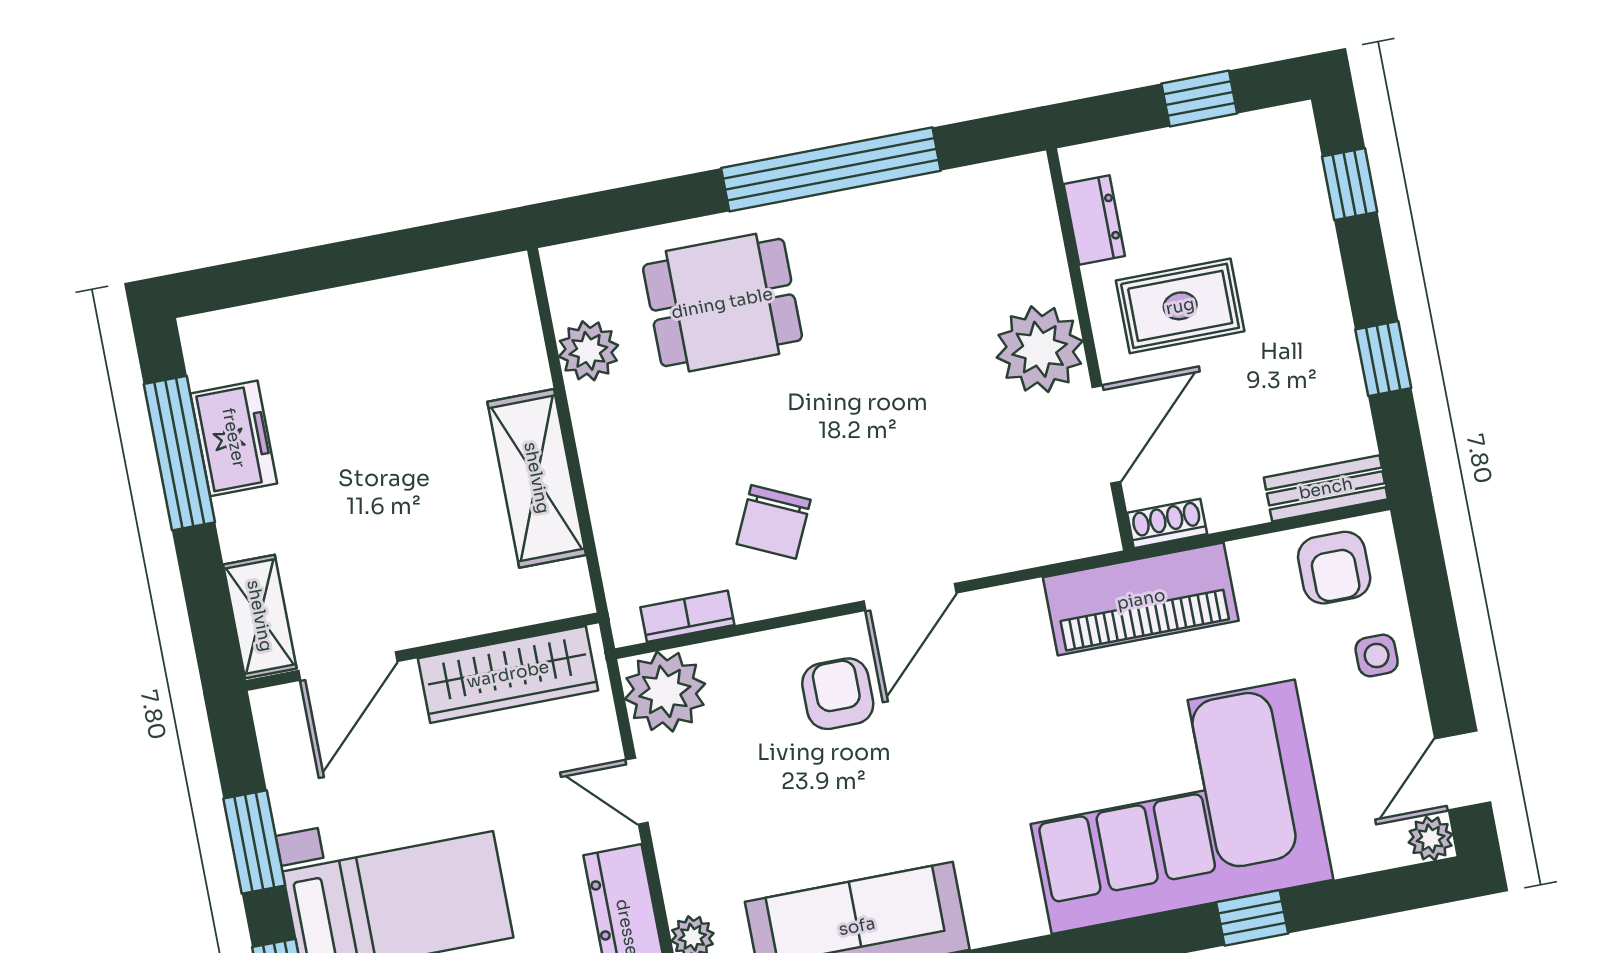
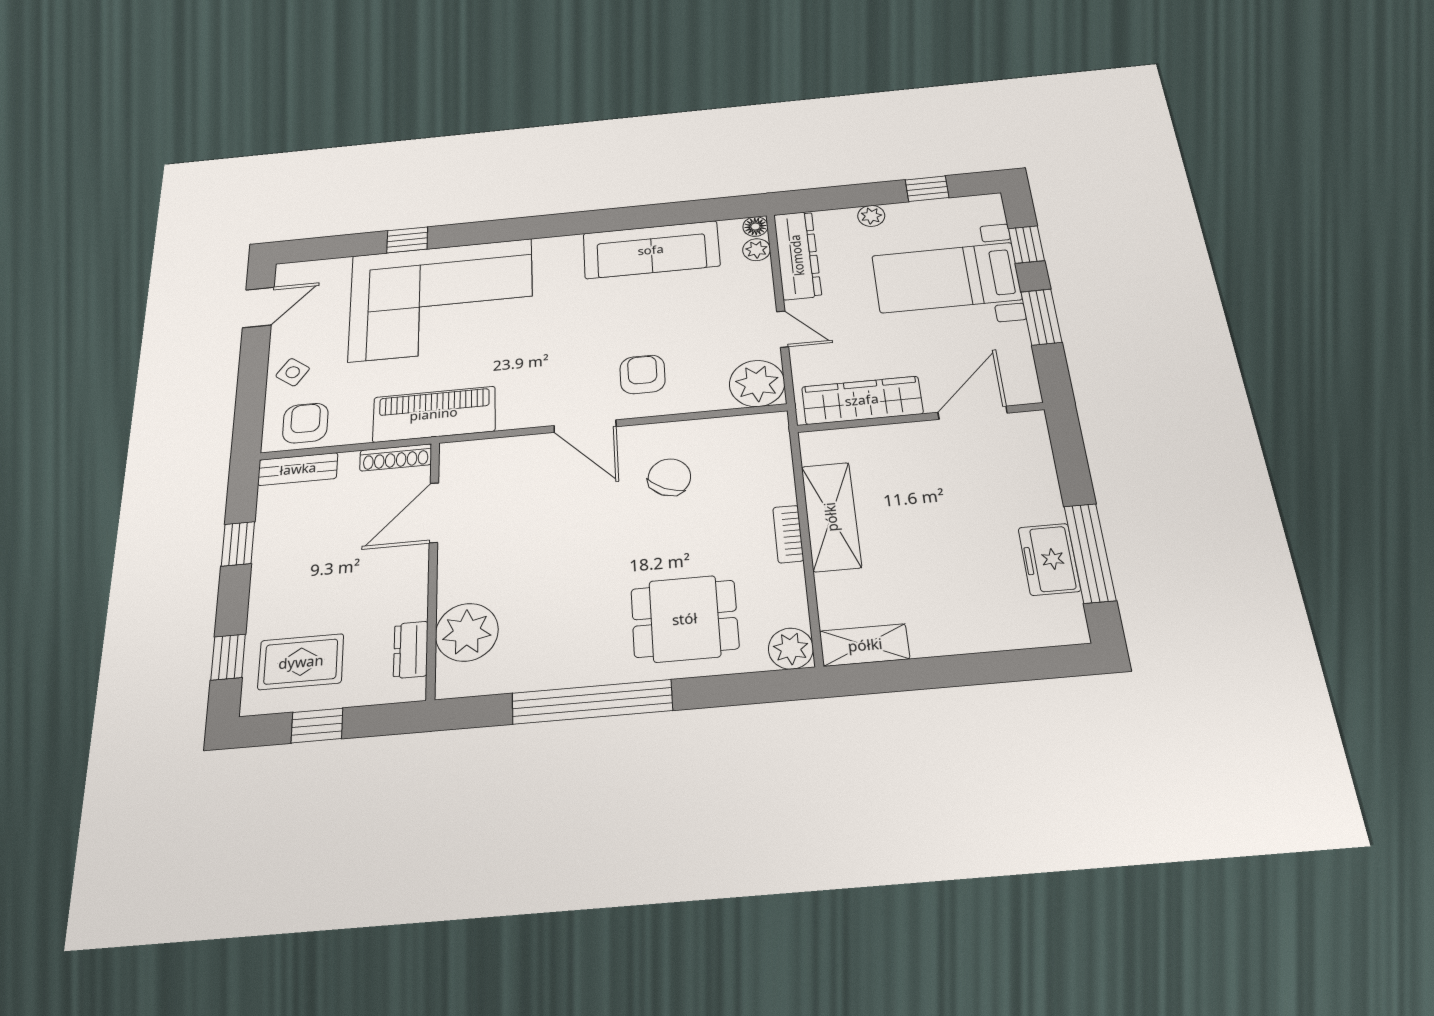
rug: (1180, 306) -> (301, 662), moved
plant: (1040, 349) -> (467, 632), moved
plant: (588, 351) -> (791, 649), moved
shoe rack: (1167, 523) -> (396, 457), width x1.43
door: (910, 597) -> (585, 426), swing flipped
shelving: (260, 616) -> (865, 645), moved, turned 90
bookcase: (687, 616) -> (788, 534), moved, turned 90
side table: (1377, 656) -> (293, 372), turned 36
armchair: (838, 694) -> (643, 374), turned 180
plant: (1431, 838) -> (288, 274), removed

